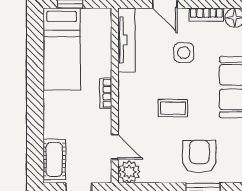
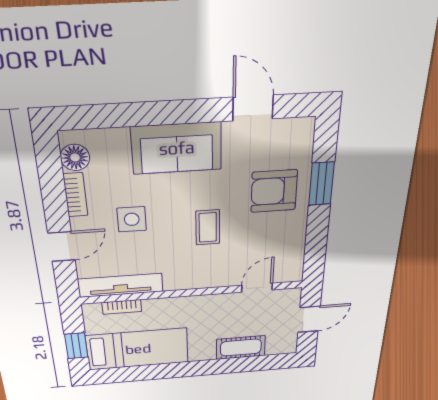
bookcase: (106, 93) -> (122, 307), moved
cot: (54, 159) -> (241, 348), moved
plant: (129, 172) -> (289, 270), removed

